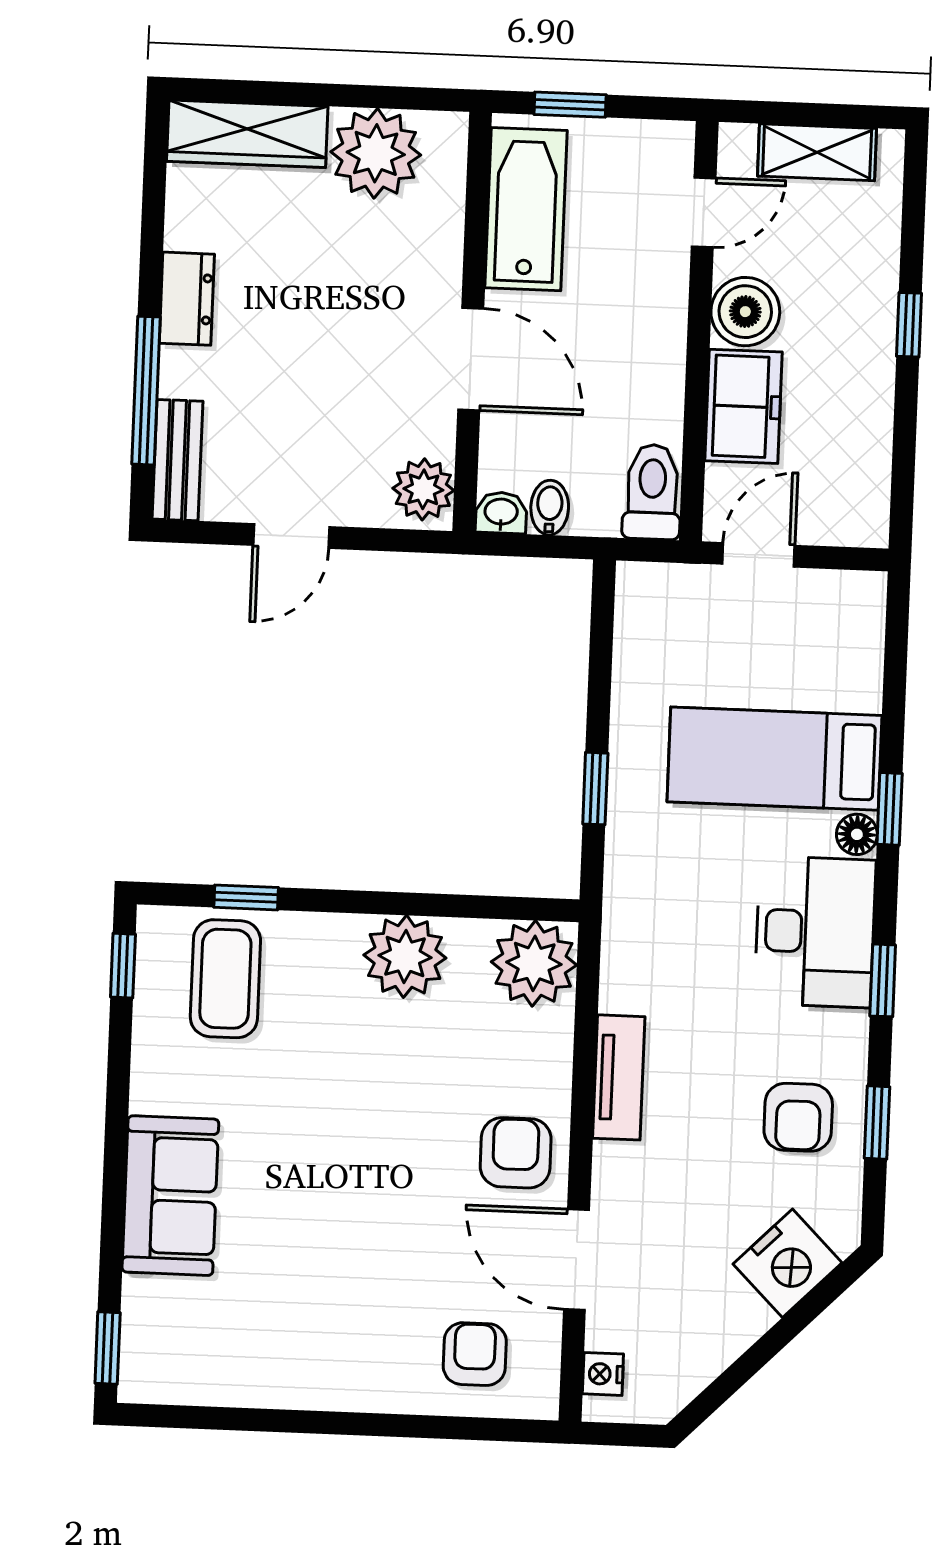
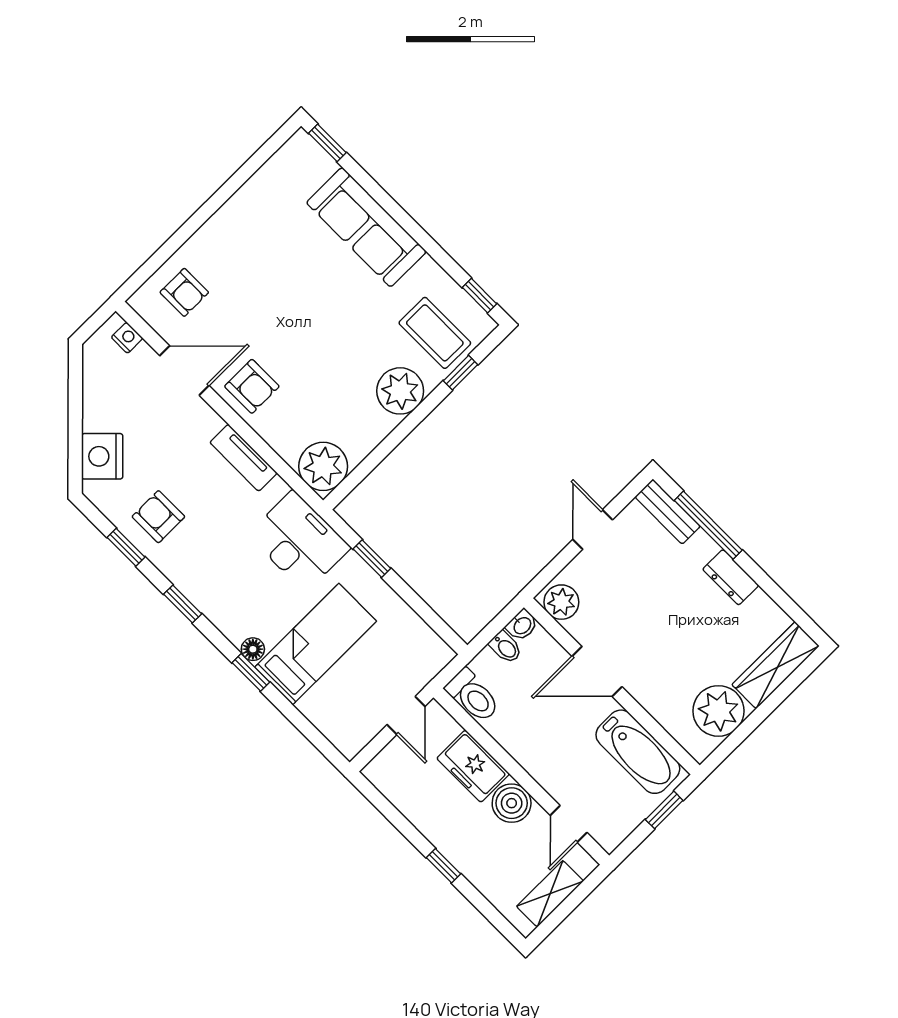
desk: (815, 932) -> (299, 541), moved, turned 180
plant: (405, 956) -> (400, 391), moved
sofa: (170, 1196) -> (366, 227), width x1.36

